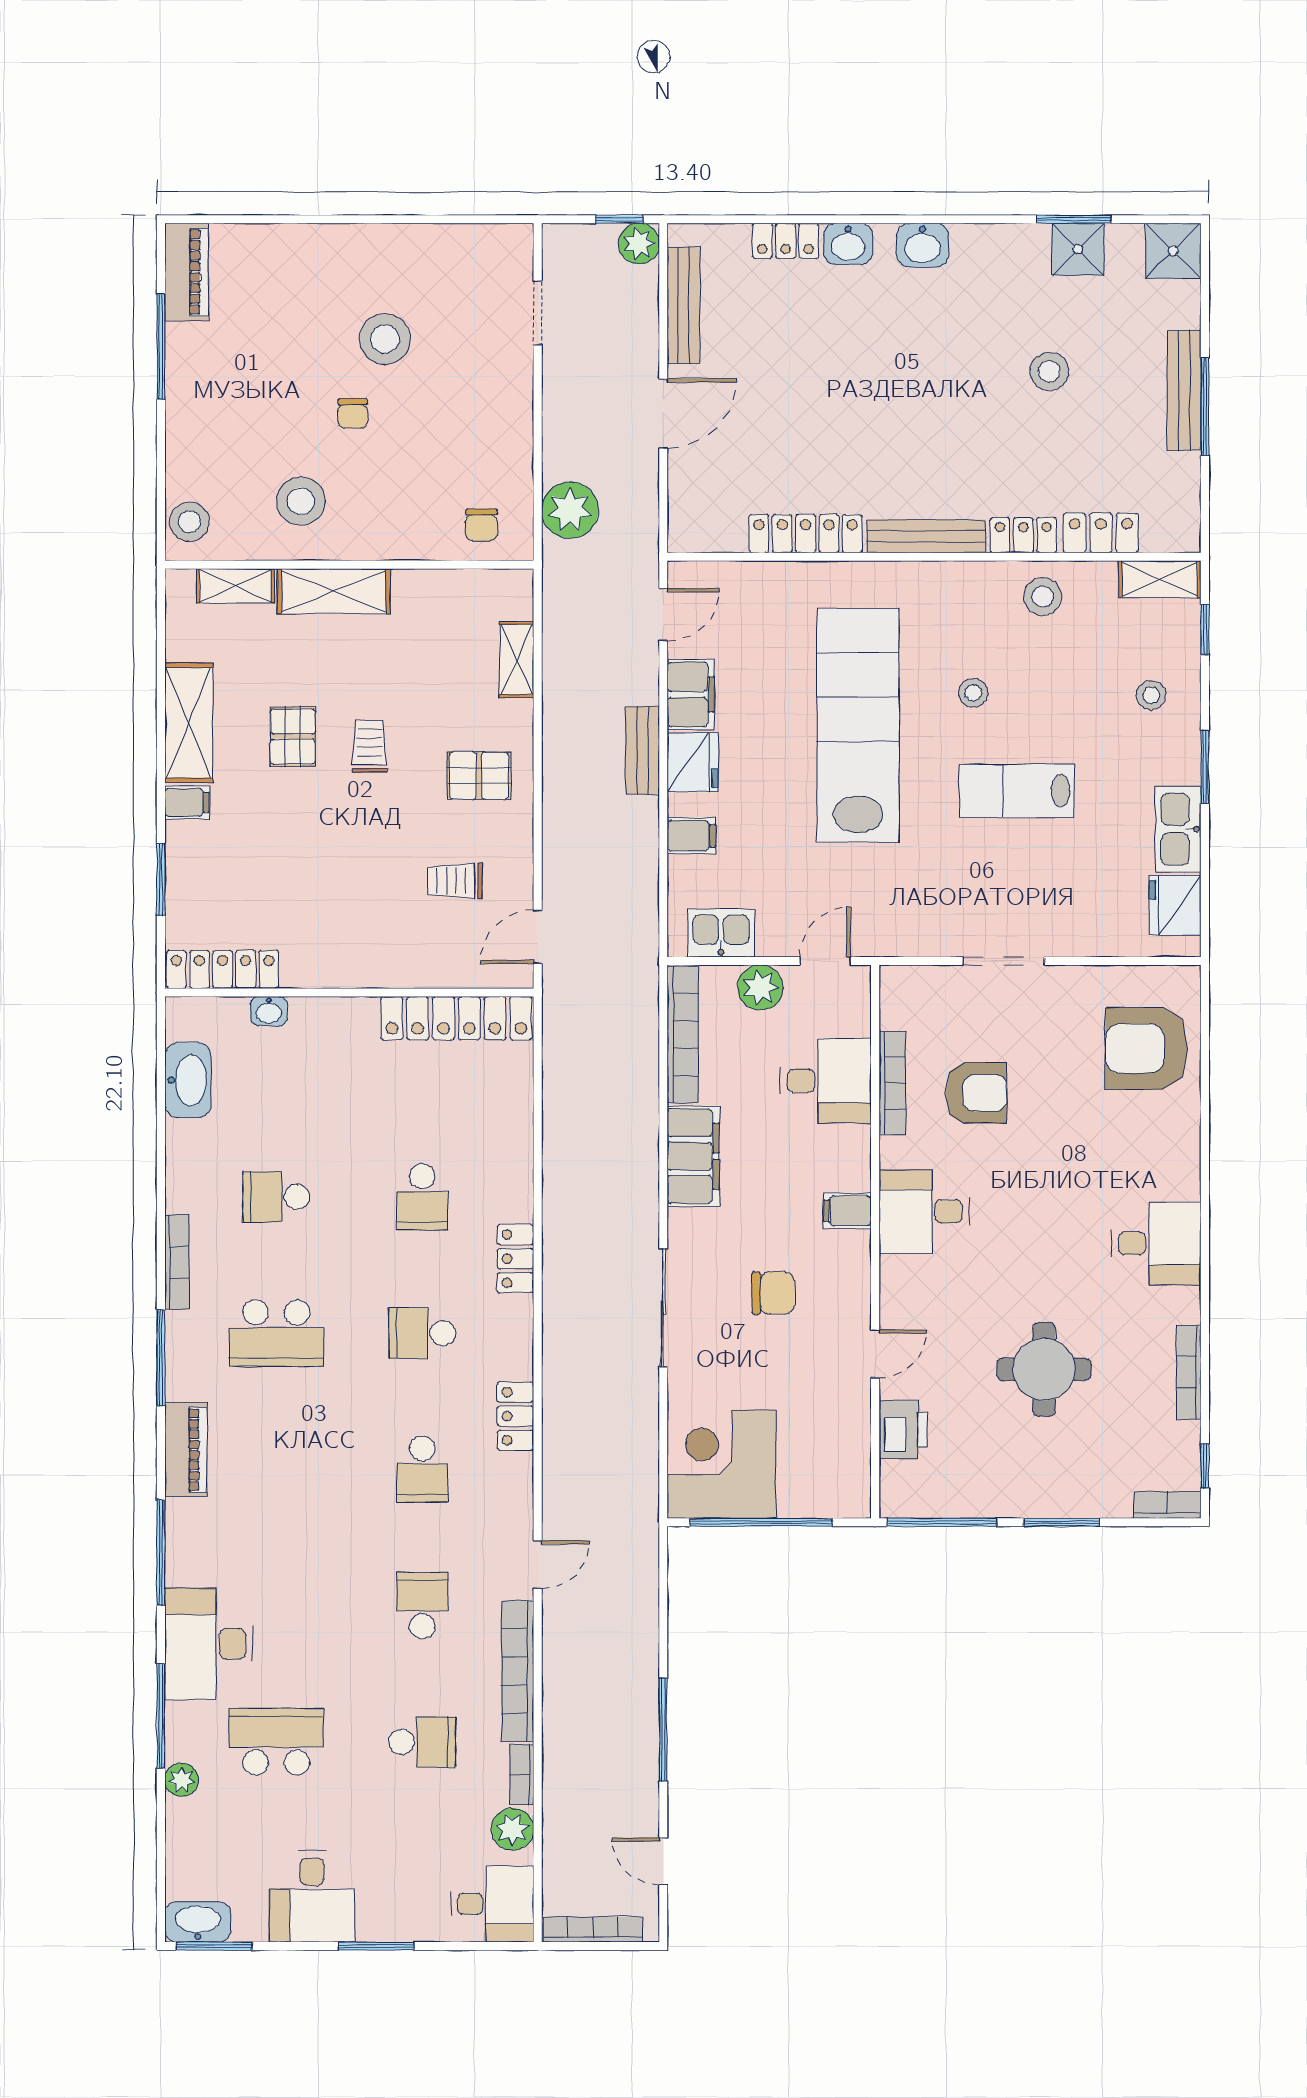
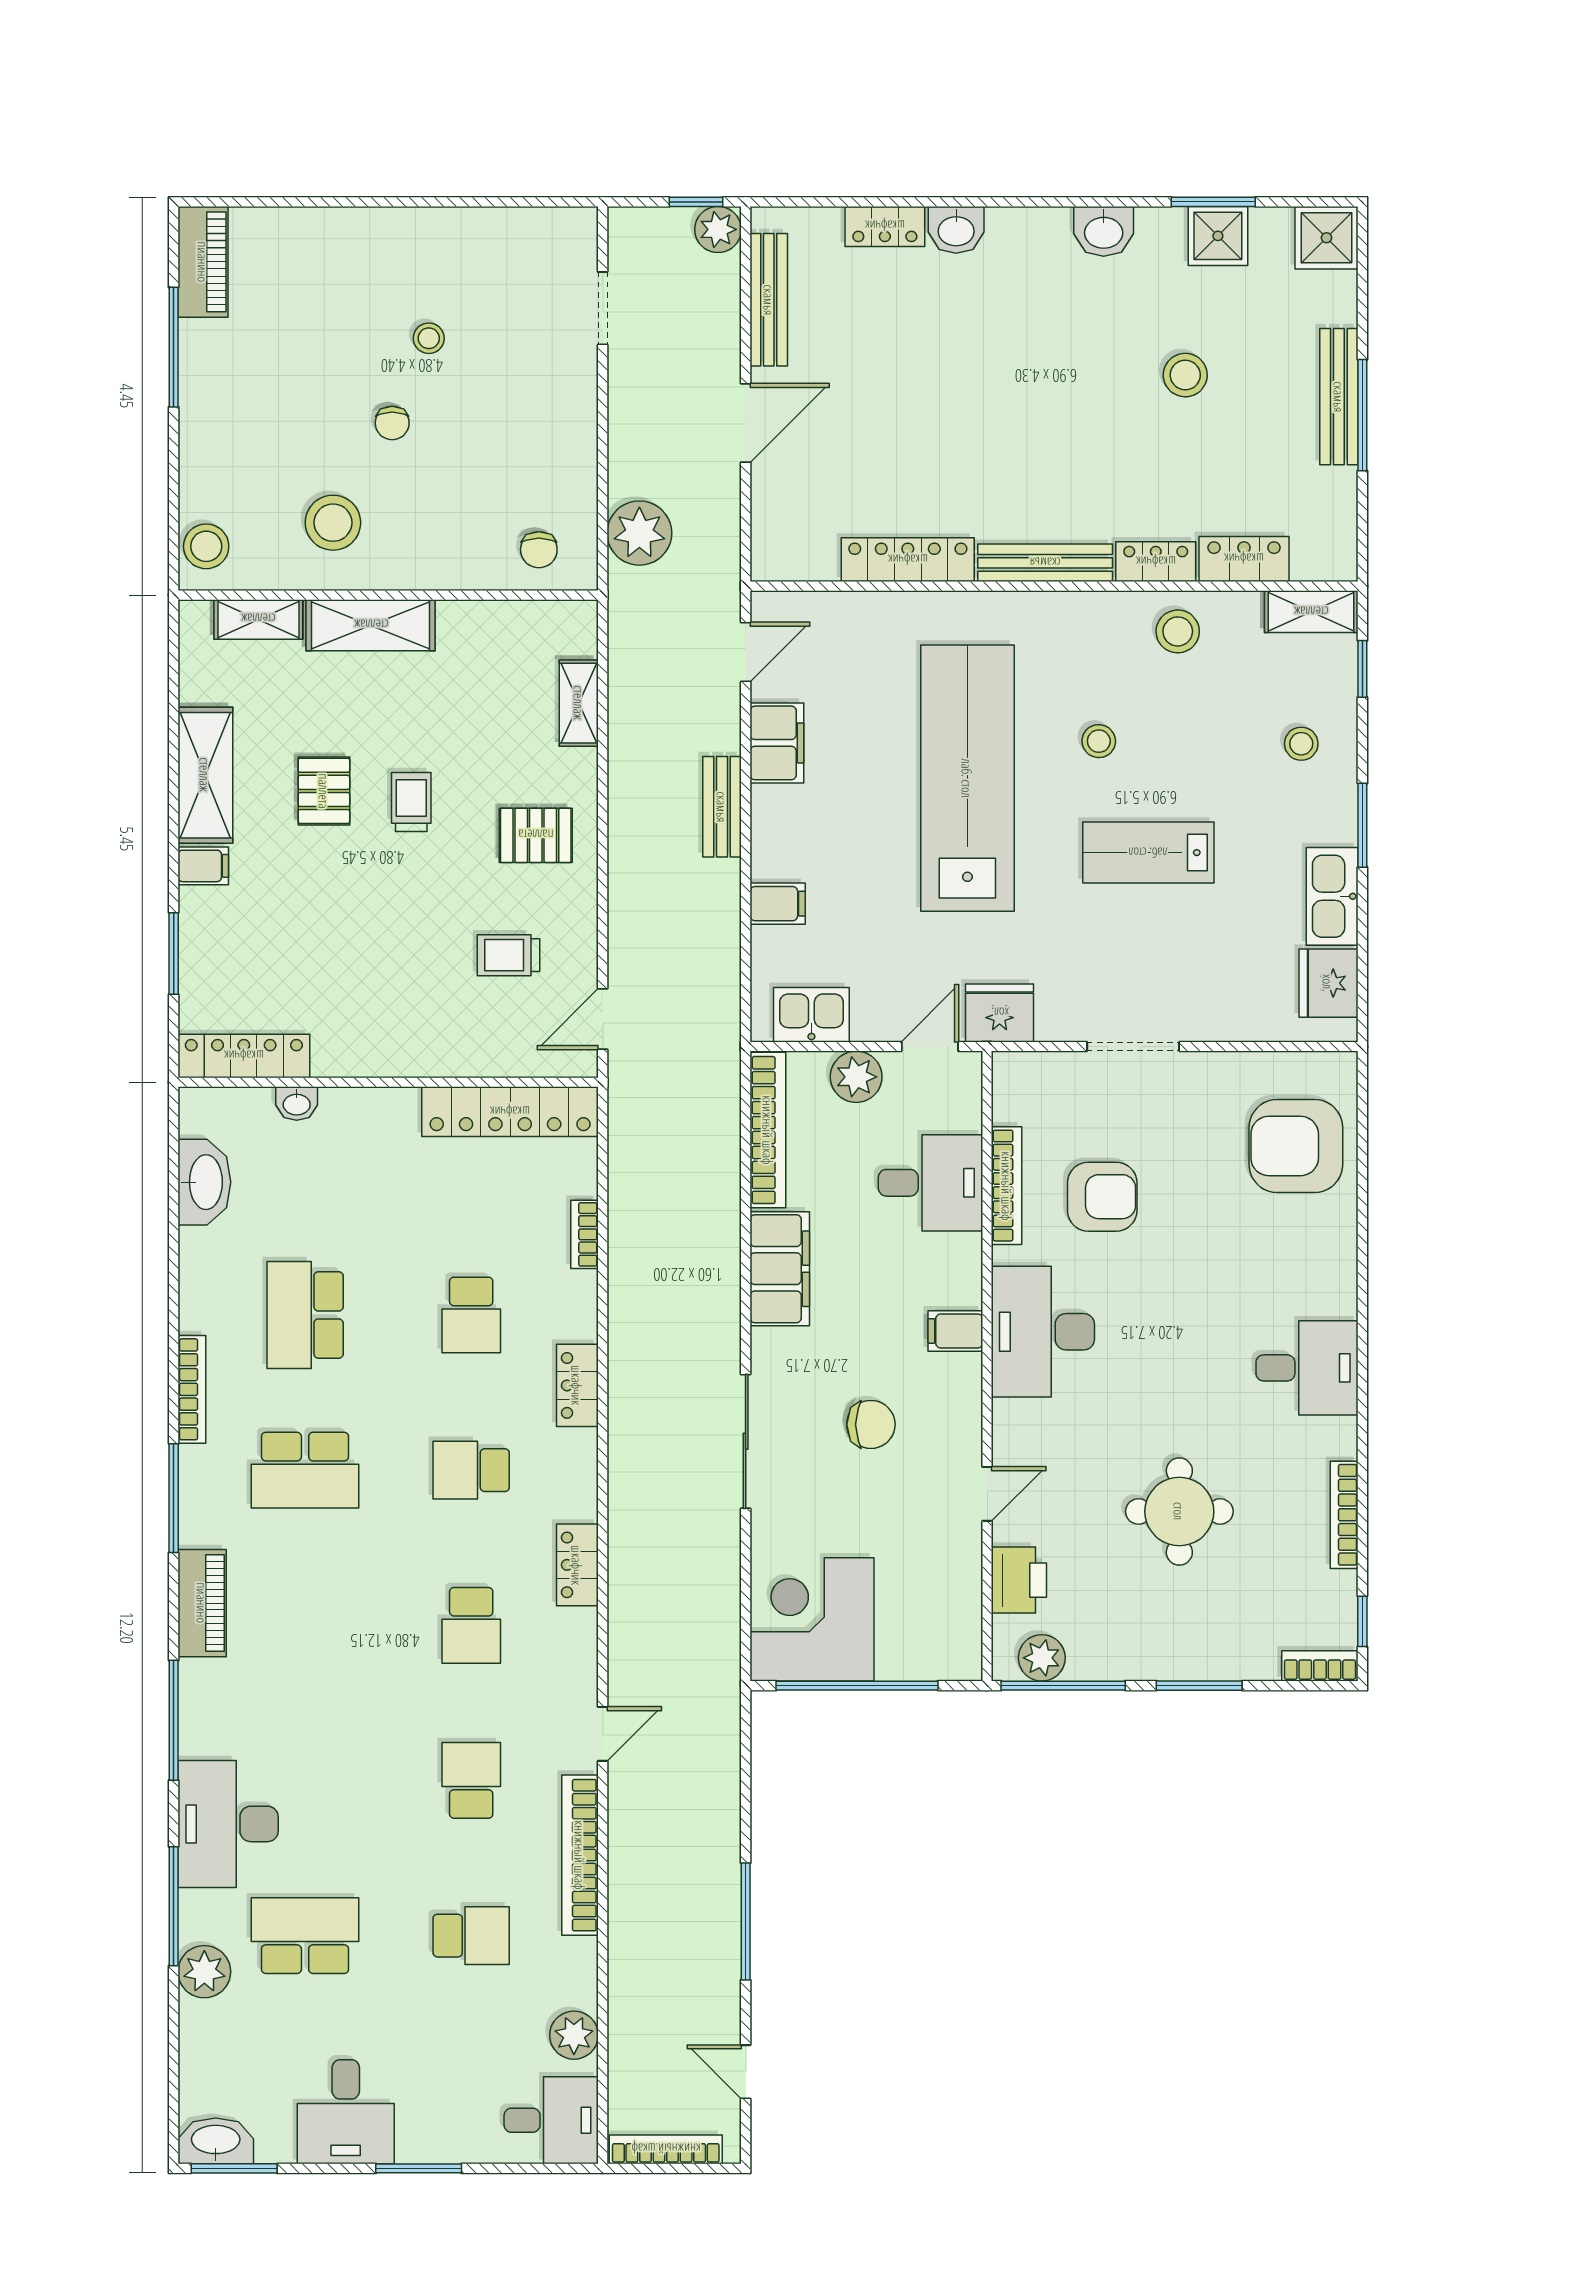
washbasin: (922, 245) -> (1104, 231), moved
stool: (385, 339) -> (429, 338), width x0.53, depth x0.53
fridge: (693, 762) -> (1000, 1013), moved, turned -90
school desk: (276, 1197) -> (305, 1315), width x1.85
desk: (924, 1211) -> (1043, 1332), width x1.37
plant: (923, 1498) -> (1042, 1658), added
bookcase: (522, 1775) -> (584, 1234), moved
plant: (182, 1780) -> (204, 1972), width x1.38, depth x1.38

